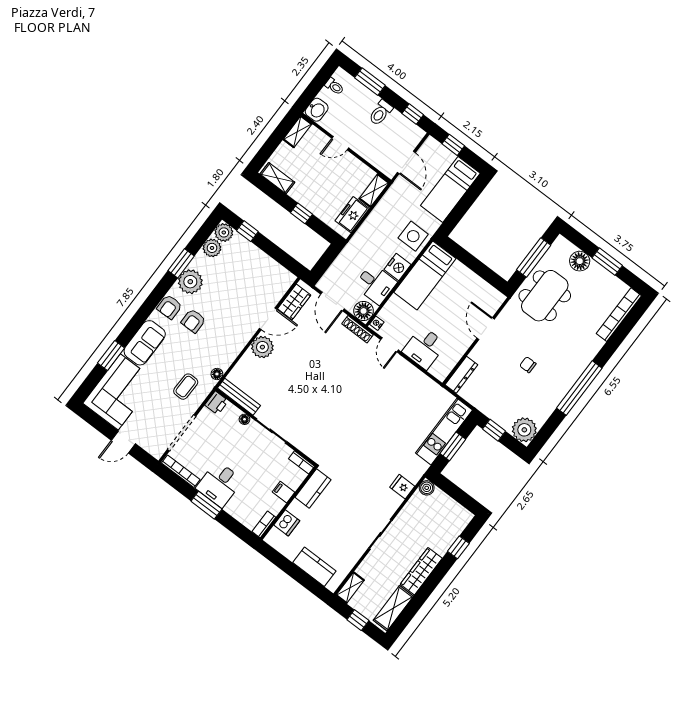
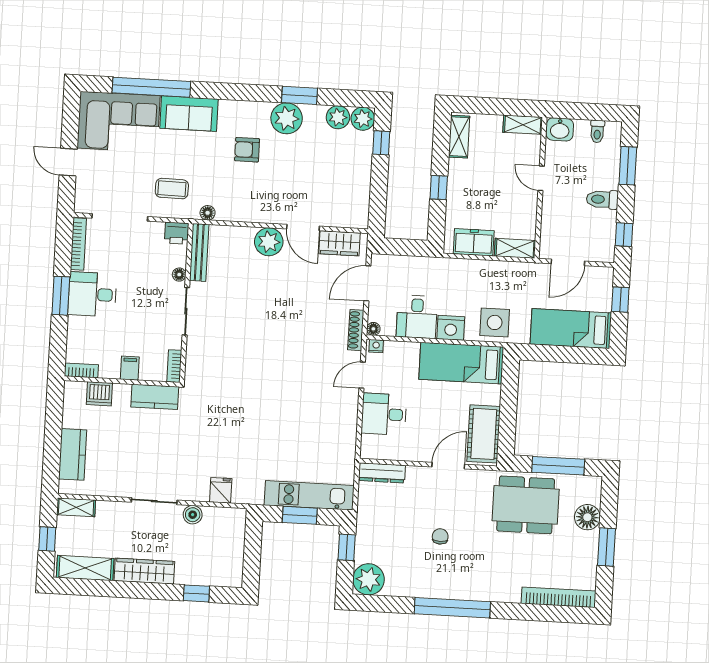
cot: (481, 292) -> (484, 434), added
armchair: (170, 307) -> (245, 114), removed
floor lamp: (364, 311) -> (373, 329), width x0.53, depth x0.53
window: (111, 356) -> (151, 87), width x2.11
boiler: (427, 488) -> (193, 515), moved

